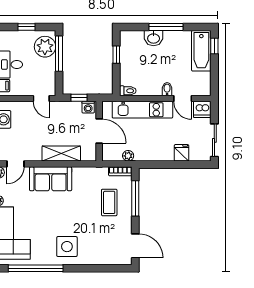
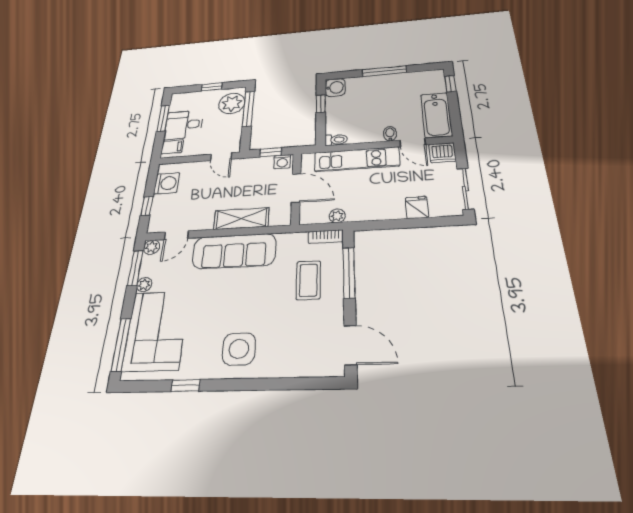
washbasin: (154, 38) -> (335, 87), moved, turned -90
bathtub: (201, 51) -> (436, 115), moved
sofa: (51, 179) -> (234, 251), width x1.36
window: (36, 268) -> (186, 385), width x0.32

